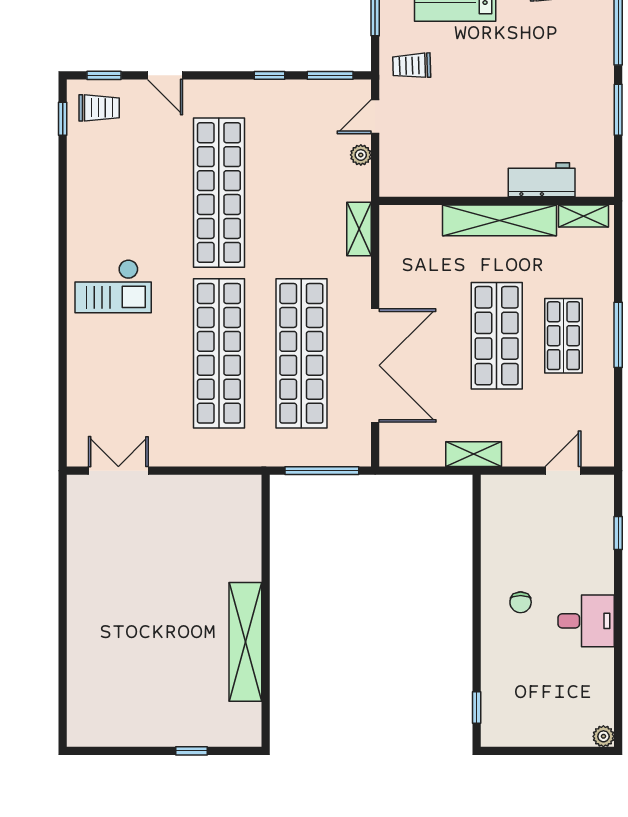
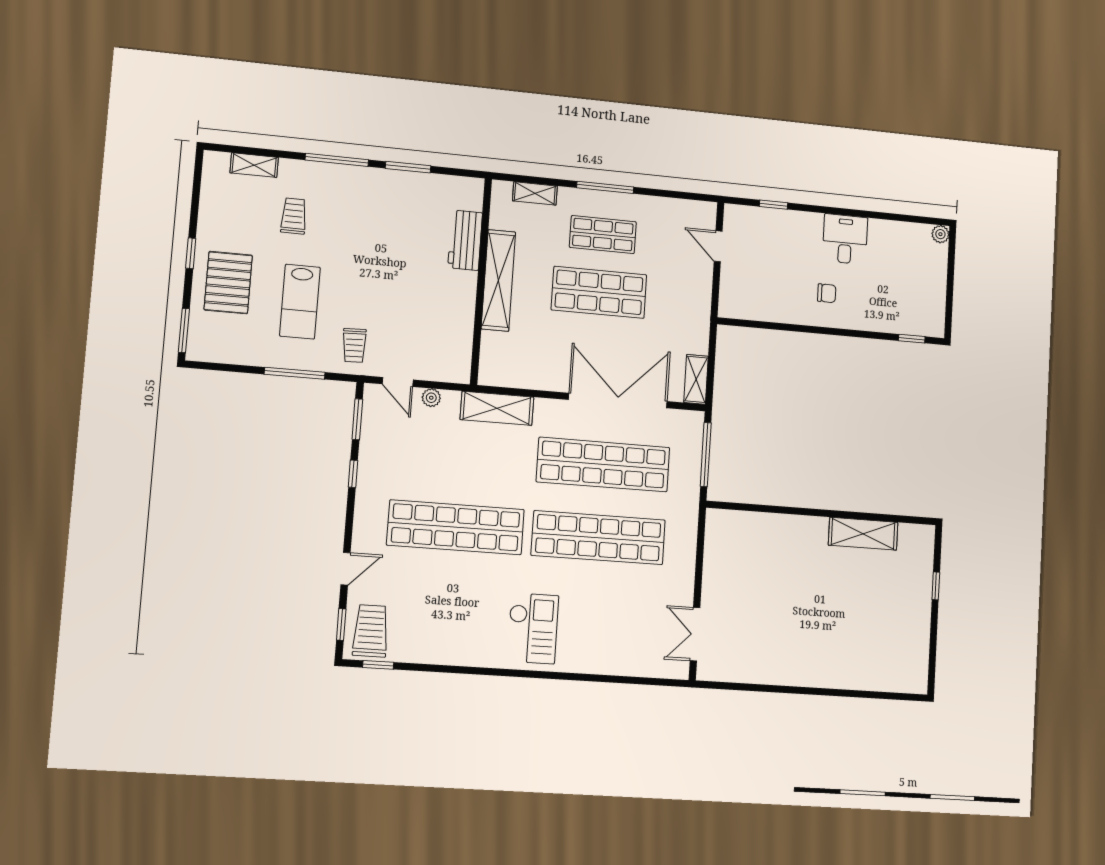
trolley: (99, 108) -> (371, 631), width x1.36, depth x1.39
shelving: (583, 216) -> (535, 193), moved, turned 90
shelving: (359, 229) -> (497, 408), width x1.50, depth x1.33
shelving: (474, 454) -> (696, 379), moved
shelving: (245, 642) -> (863, 534), width x0.68

